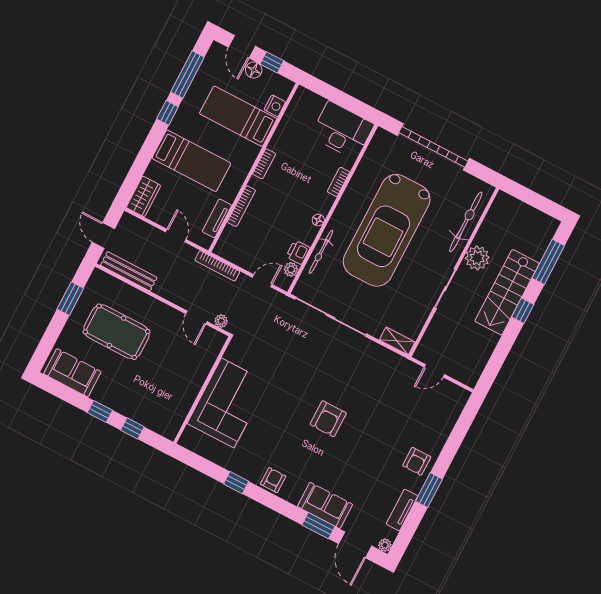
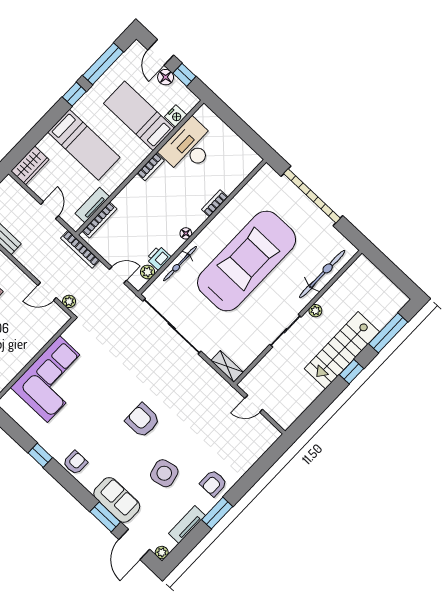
desk: (342, 130) -> (189, 147), moved, turned -90
bookcase: (241, 206) -> (99, 220), moved
car: (387, 230) -> (247, 261), turned 180
plant: (477, 258) -> (315, 311), width x0.53, depth x0.53
door: (196, 318) -> (47, 292), hinge flipped
armchair: (328, 419) -> (143, 420), turned 90
side table: (365, 465) -> (164, 473), added

